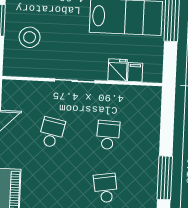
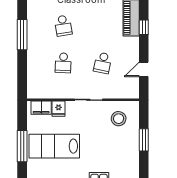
stool: (30, 37) -> (119, 119), moved
filing cabinet: (135, 72) -> (41, 108), width x2.00

